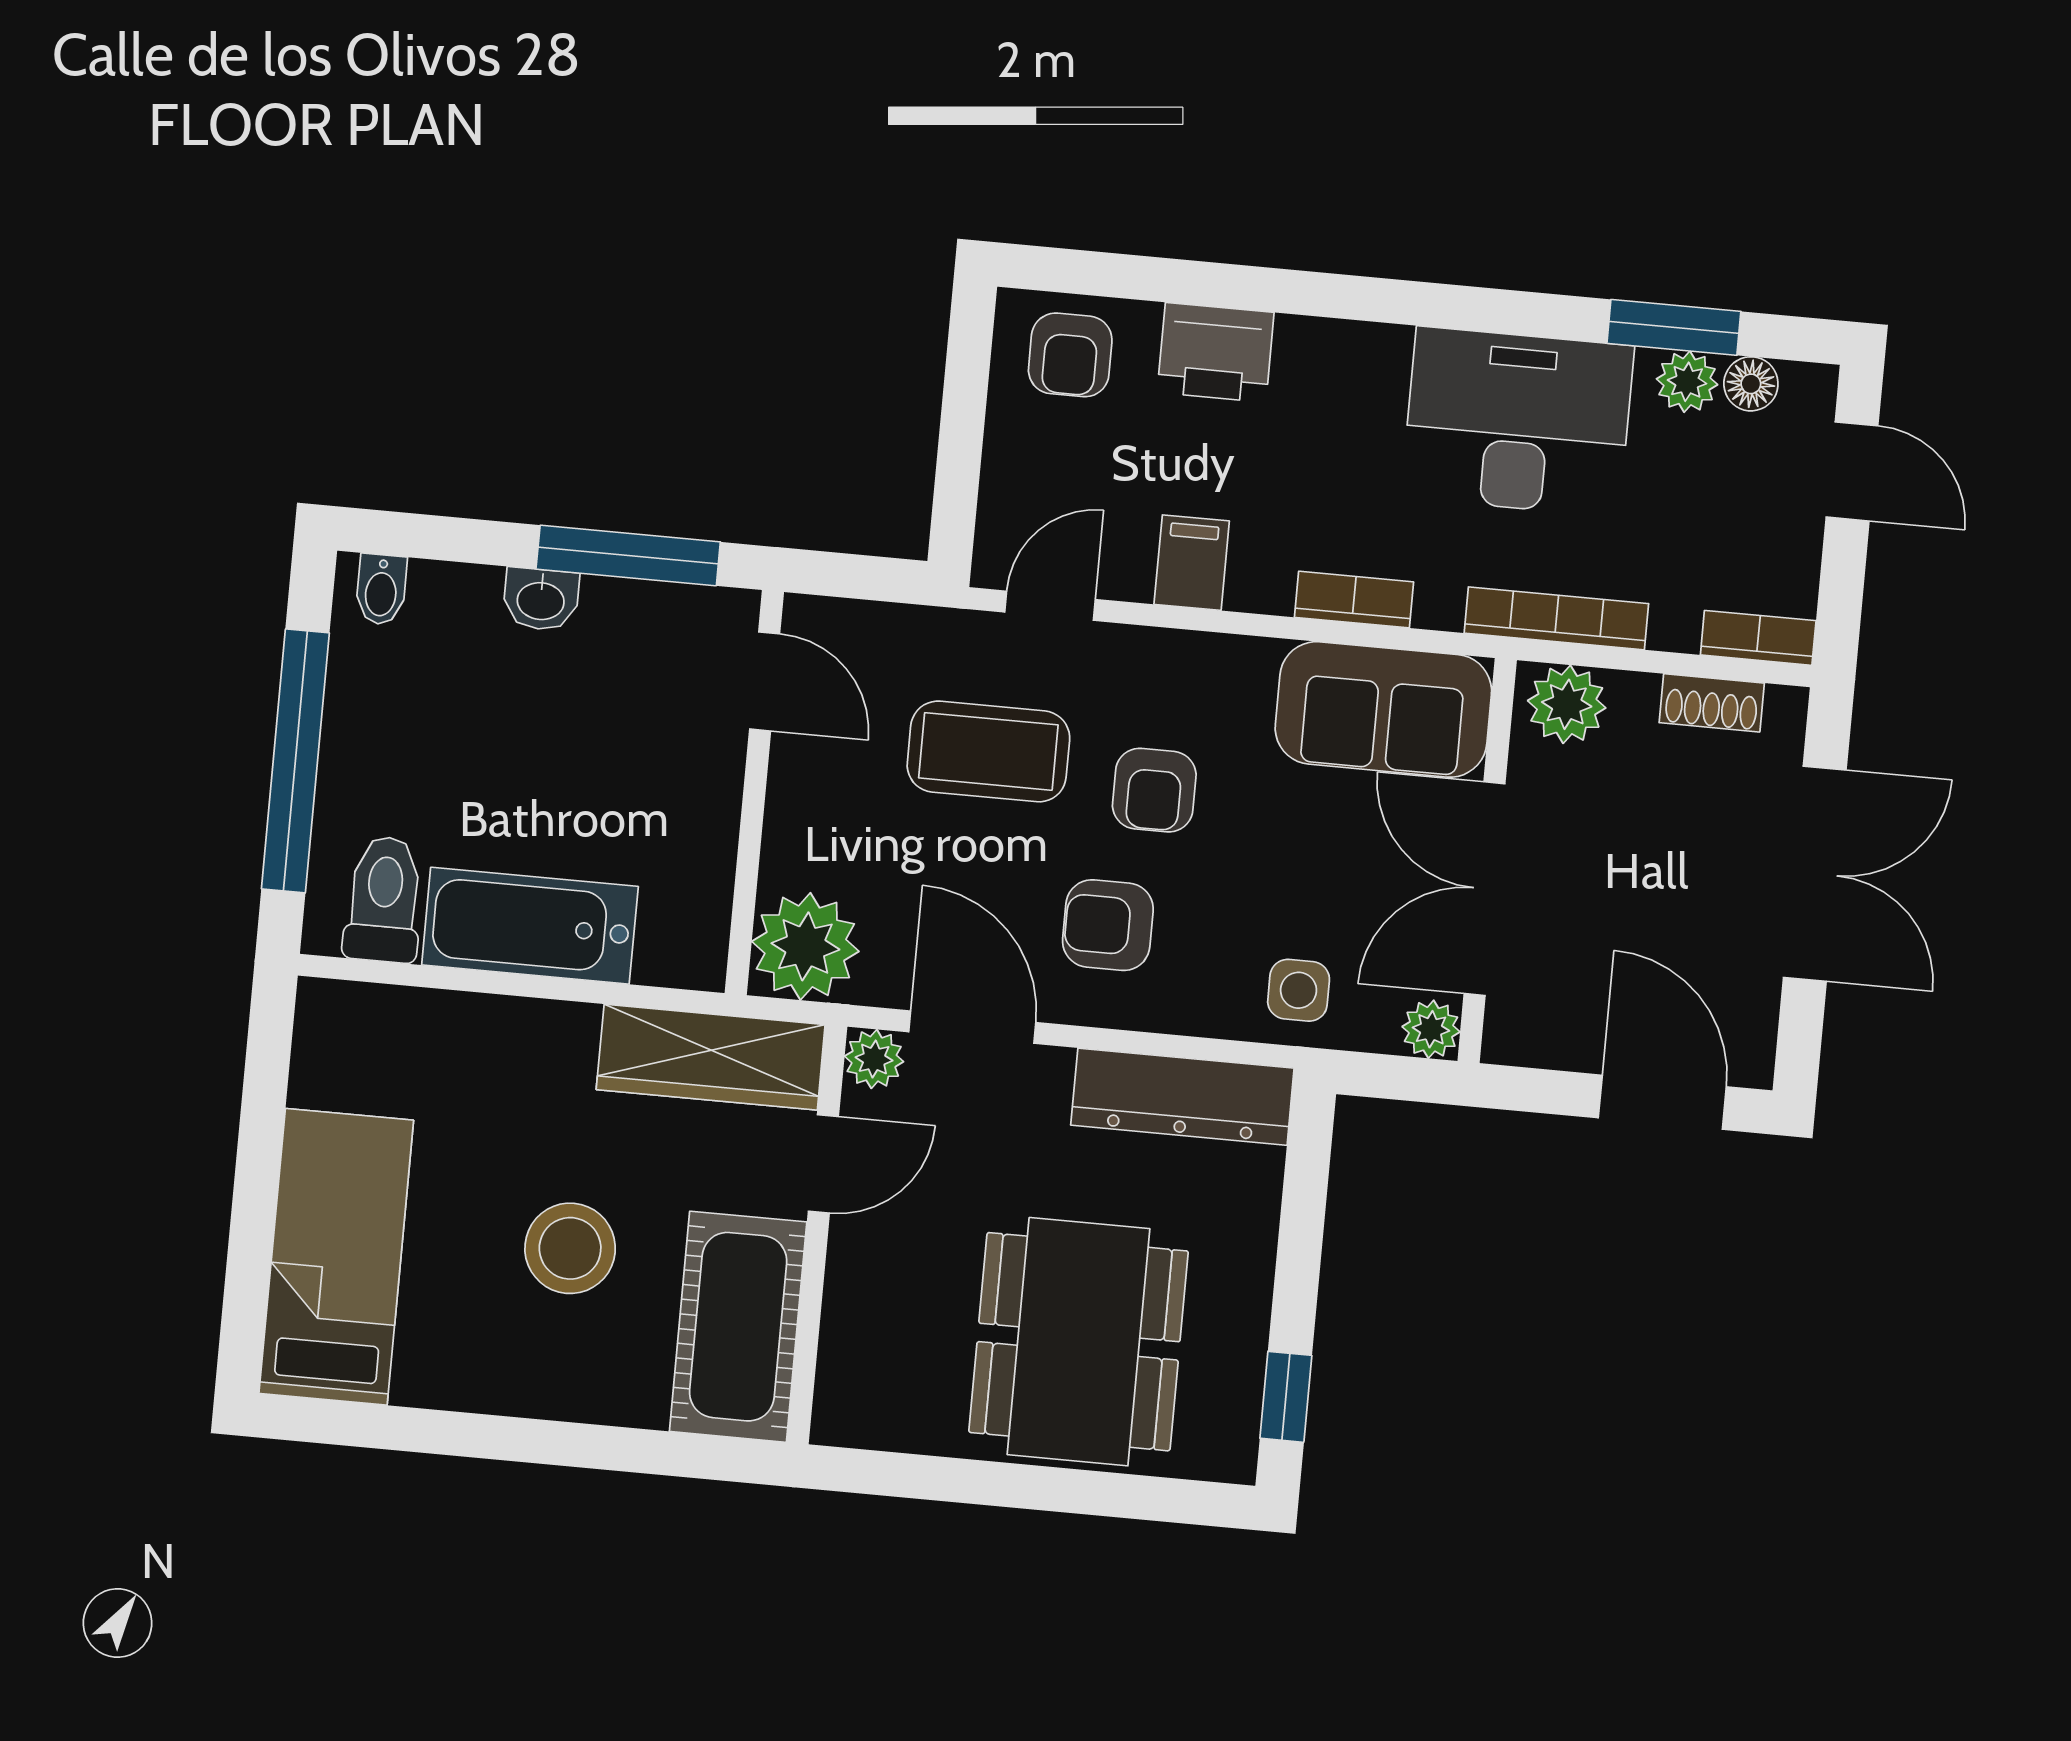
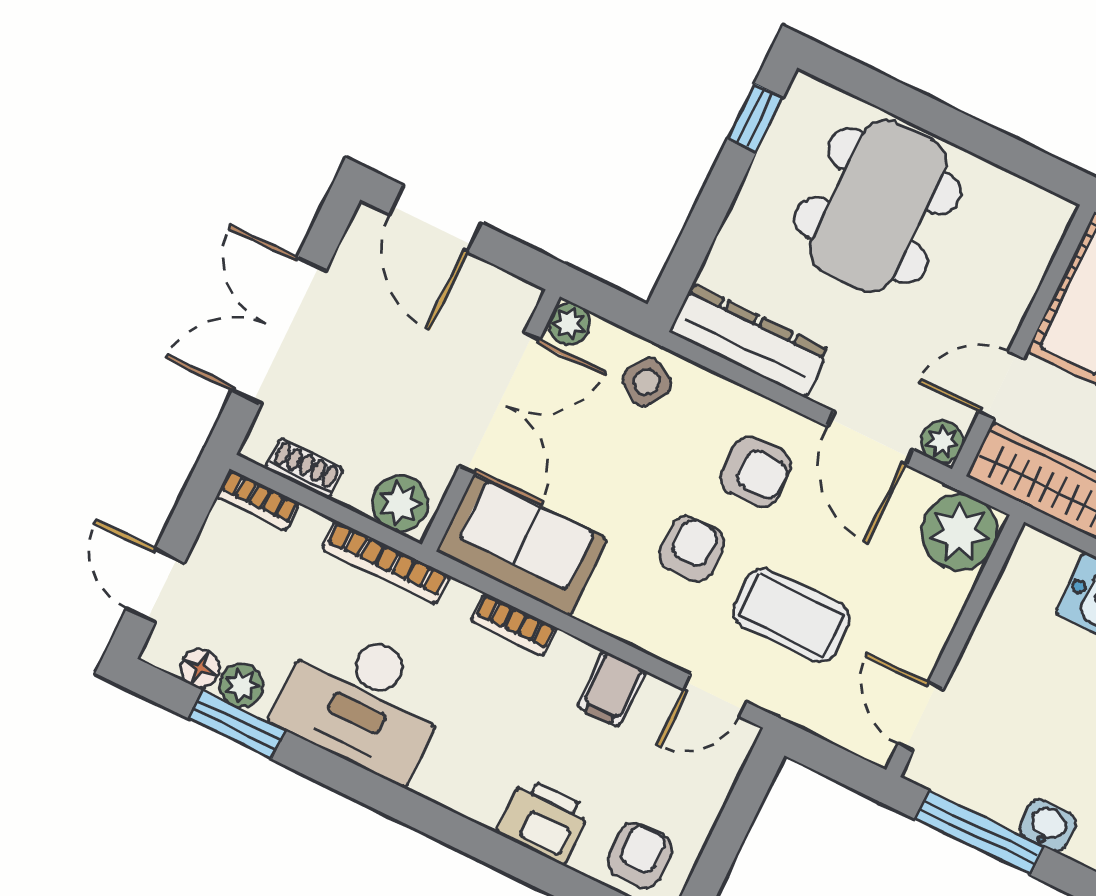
side table: (1299, 990) -> (647, 382), turned 32

